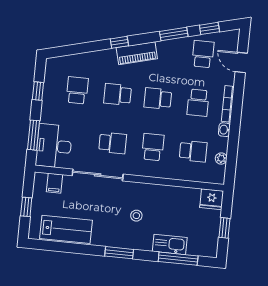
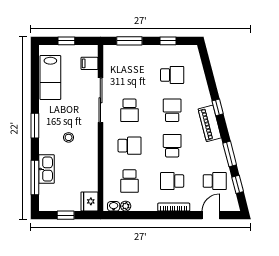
washbasin: (224, 130) -> (114, 206), moved
desk: (54, 146) -> (122, 60), removed

